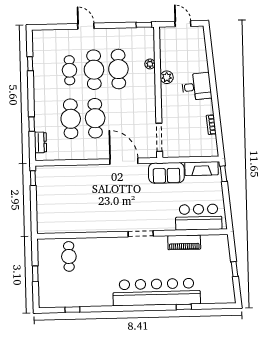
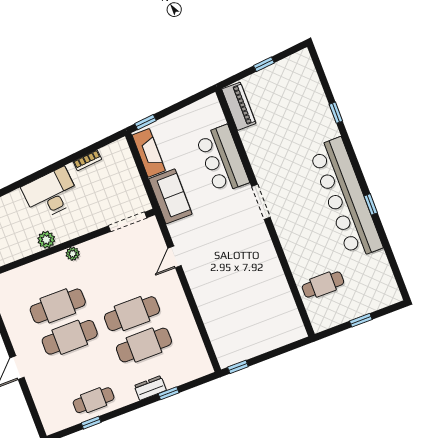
plant: (150, 64) -> (73, 254), moved
cafe table: (69, 70) -> (94, 400), moved
desk: (197, 87) -> (51, 194), width x1.37
dresser: (40, 142) -> (150, 388), moved
door: (124, 161) -> (175, 257), width x0.53
bar counter: (199, 217) -> (222, 159), moved
piano: (184, 242) -> (239, 106), moved
bar counter: (157, 292) -> (346, 198), moved
window: (72, 310) -> (371, 204), moved

